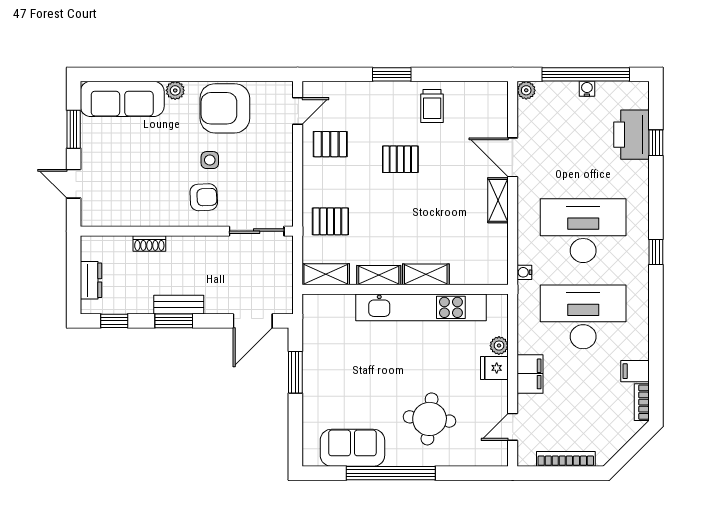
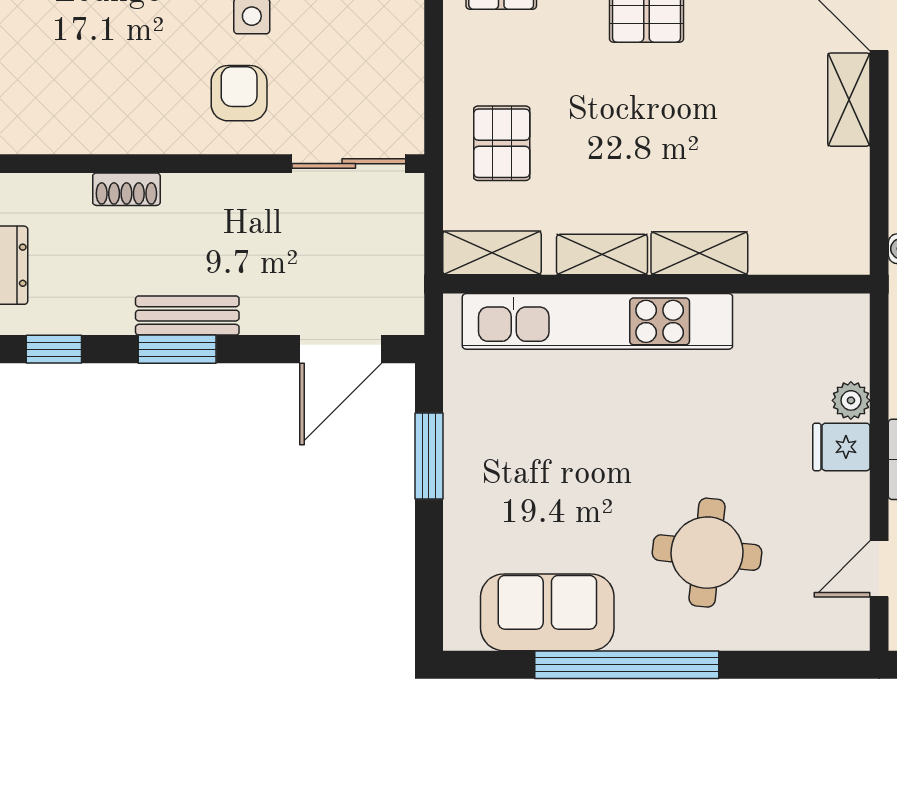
armchair: (204, 197) -> (239, 93), turned -87
pallet: (330, 221) -> (502, 143), turned 90
kitchen unit: (421, 307) -> (597, 321), moved

